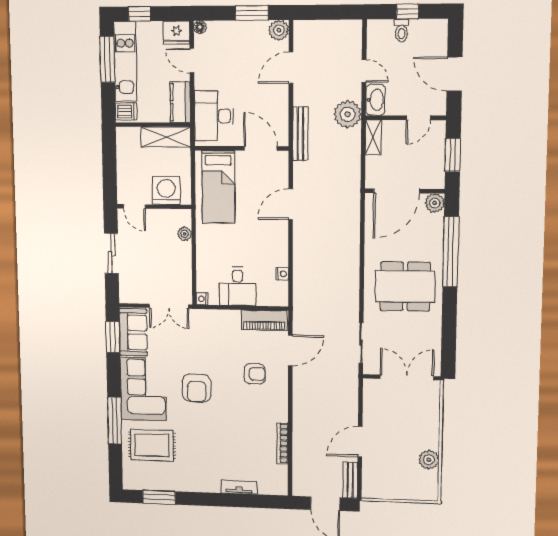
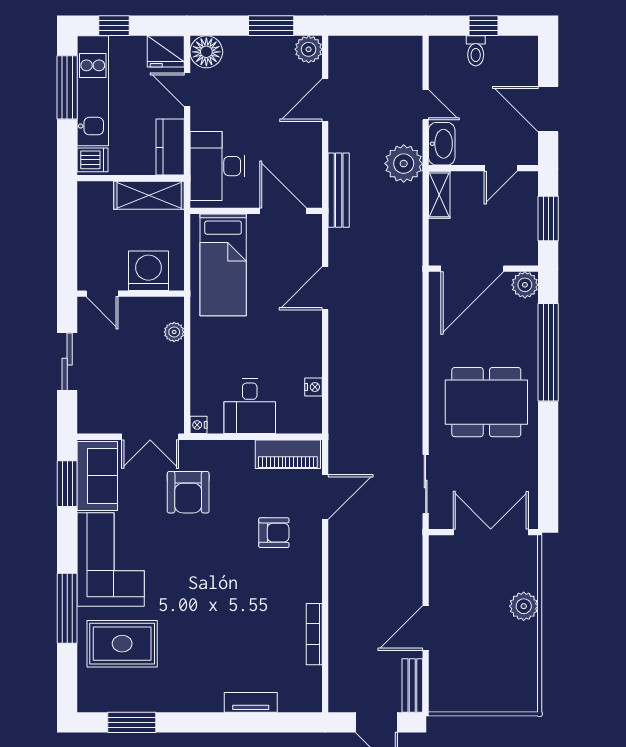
floor lamp: (200, 27) -> (206, 52), width x1.89, depth x1.89
armchair: (197, 388) -> (188, 492), moved
plant: (429, 460) -> (524, 606), moved

